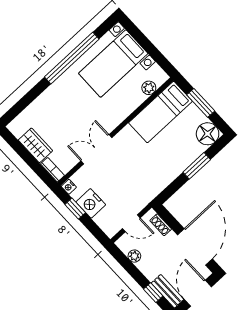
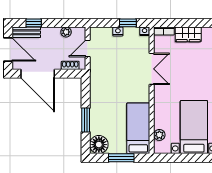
nightstand: (91, 203) -> (118, 32), width x0.53, depth x0.56

